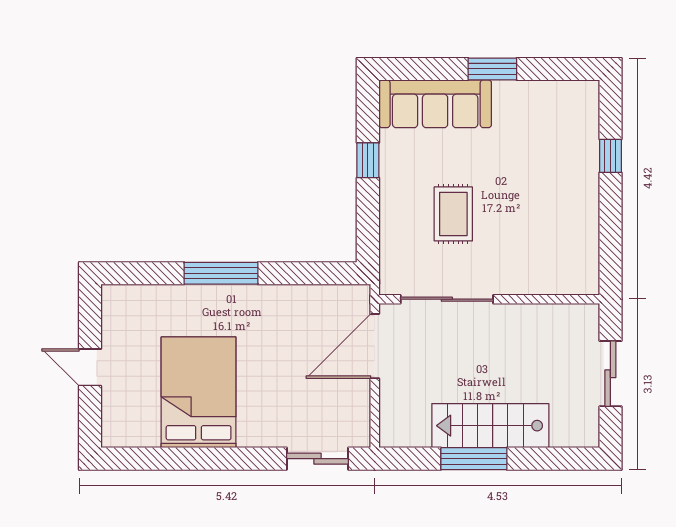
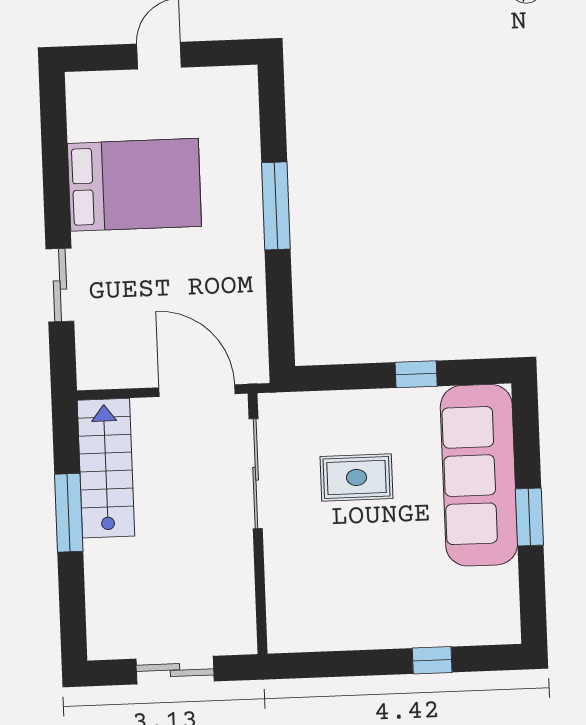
sofa: (435, 104) -> (479, 475), width x1.36, depth x1.27
stairs: (490, 426) -> (106, 468), moved
sliding door: (317, 459) -> (60, 285), moved

